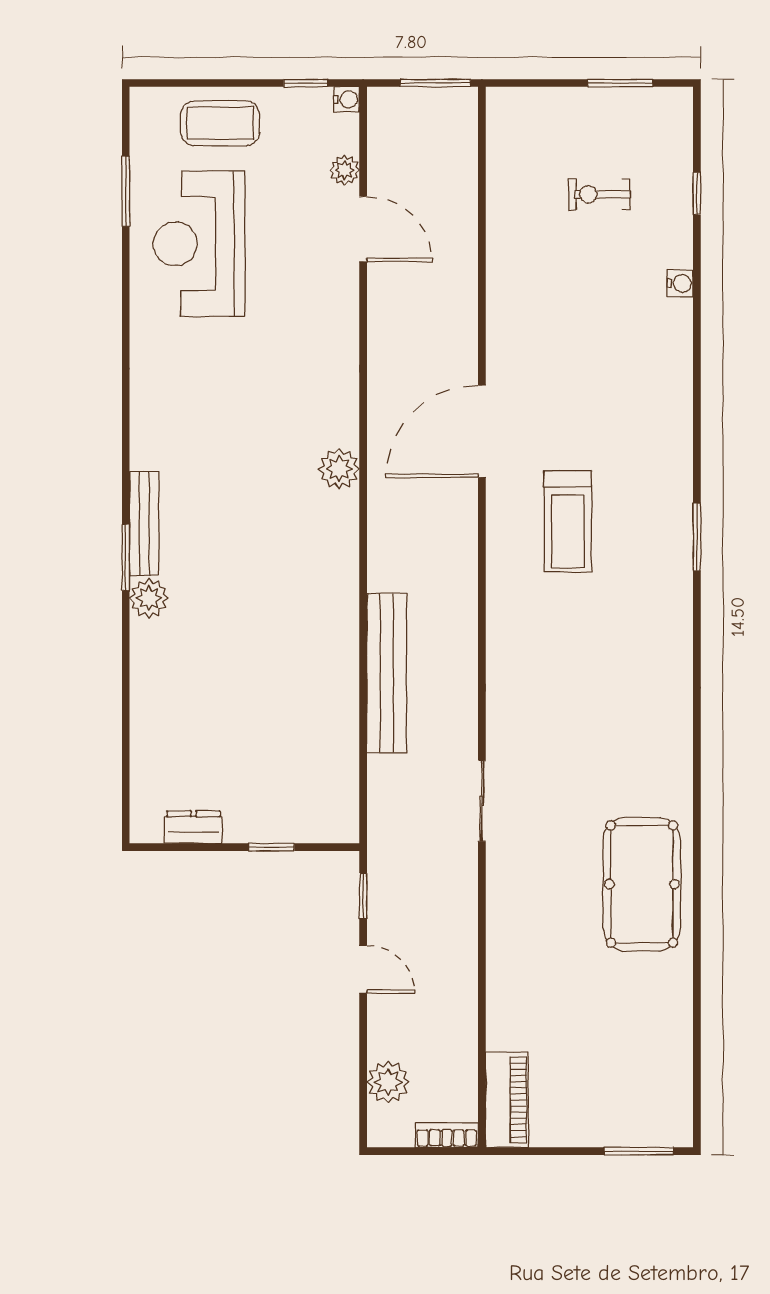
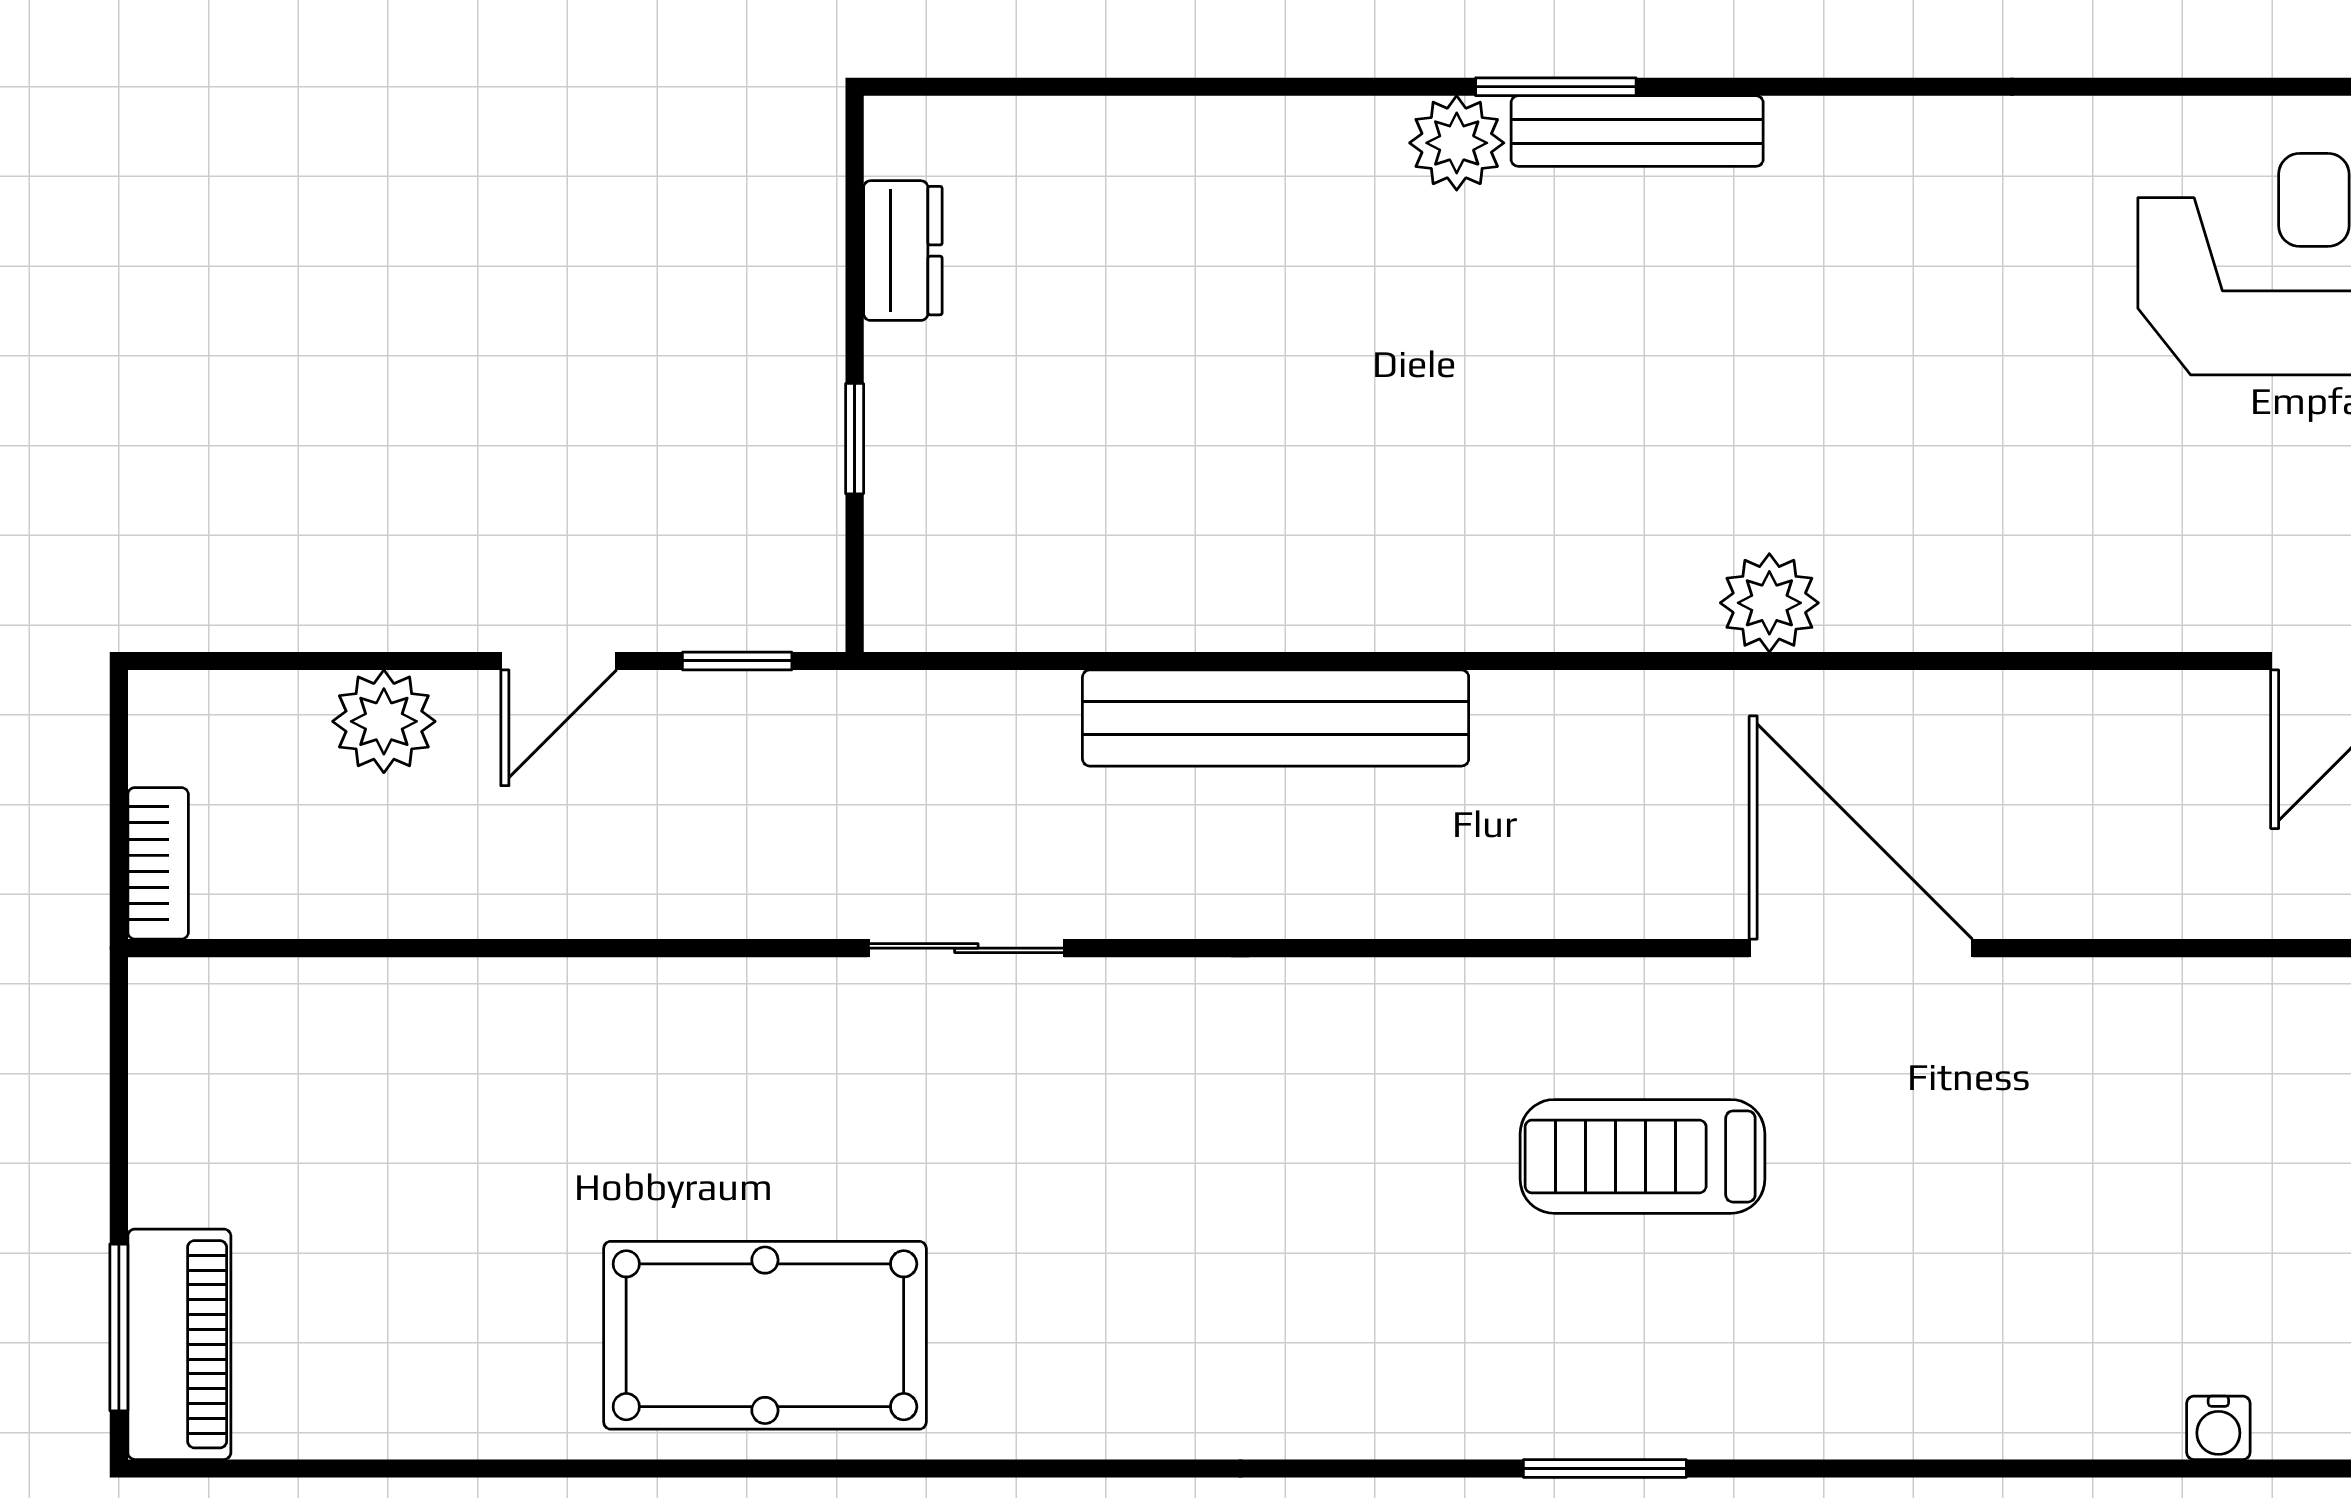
plant: (388, 1082) -> (384, 721), moved
piano: (507, 1100) -> (179, 1344), moved, turned -90

